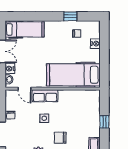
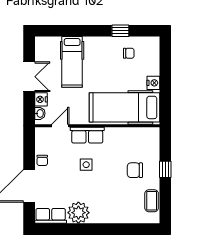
hospital bed: (25, 29) -> (72, 62), moved, turned 90
nightstand: (95, 44) -> (153, 83), moved
door: (24, 89) -> (60, 126), swing flipped
chair: (60, 138) -> (135, 170), moved

